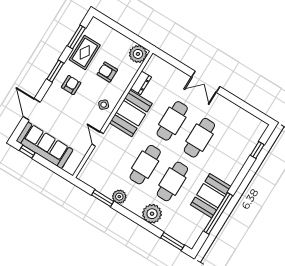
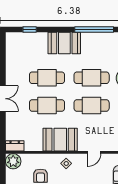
dresser: (141, 83) -> (15, 146), moved
booth: (211, 196) -> (64, 43), moved

